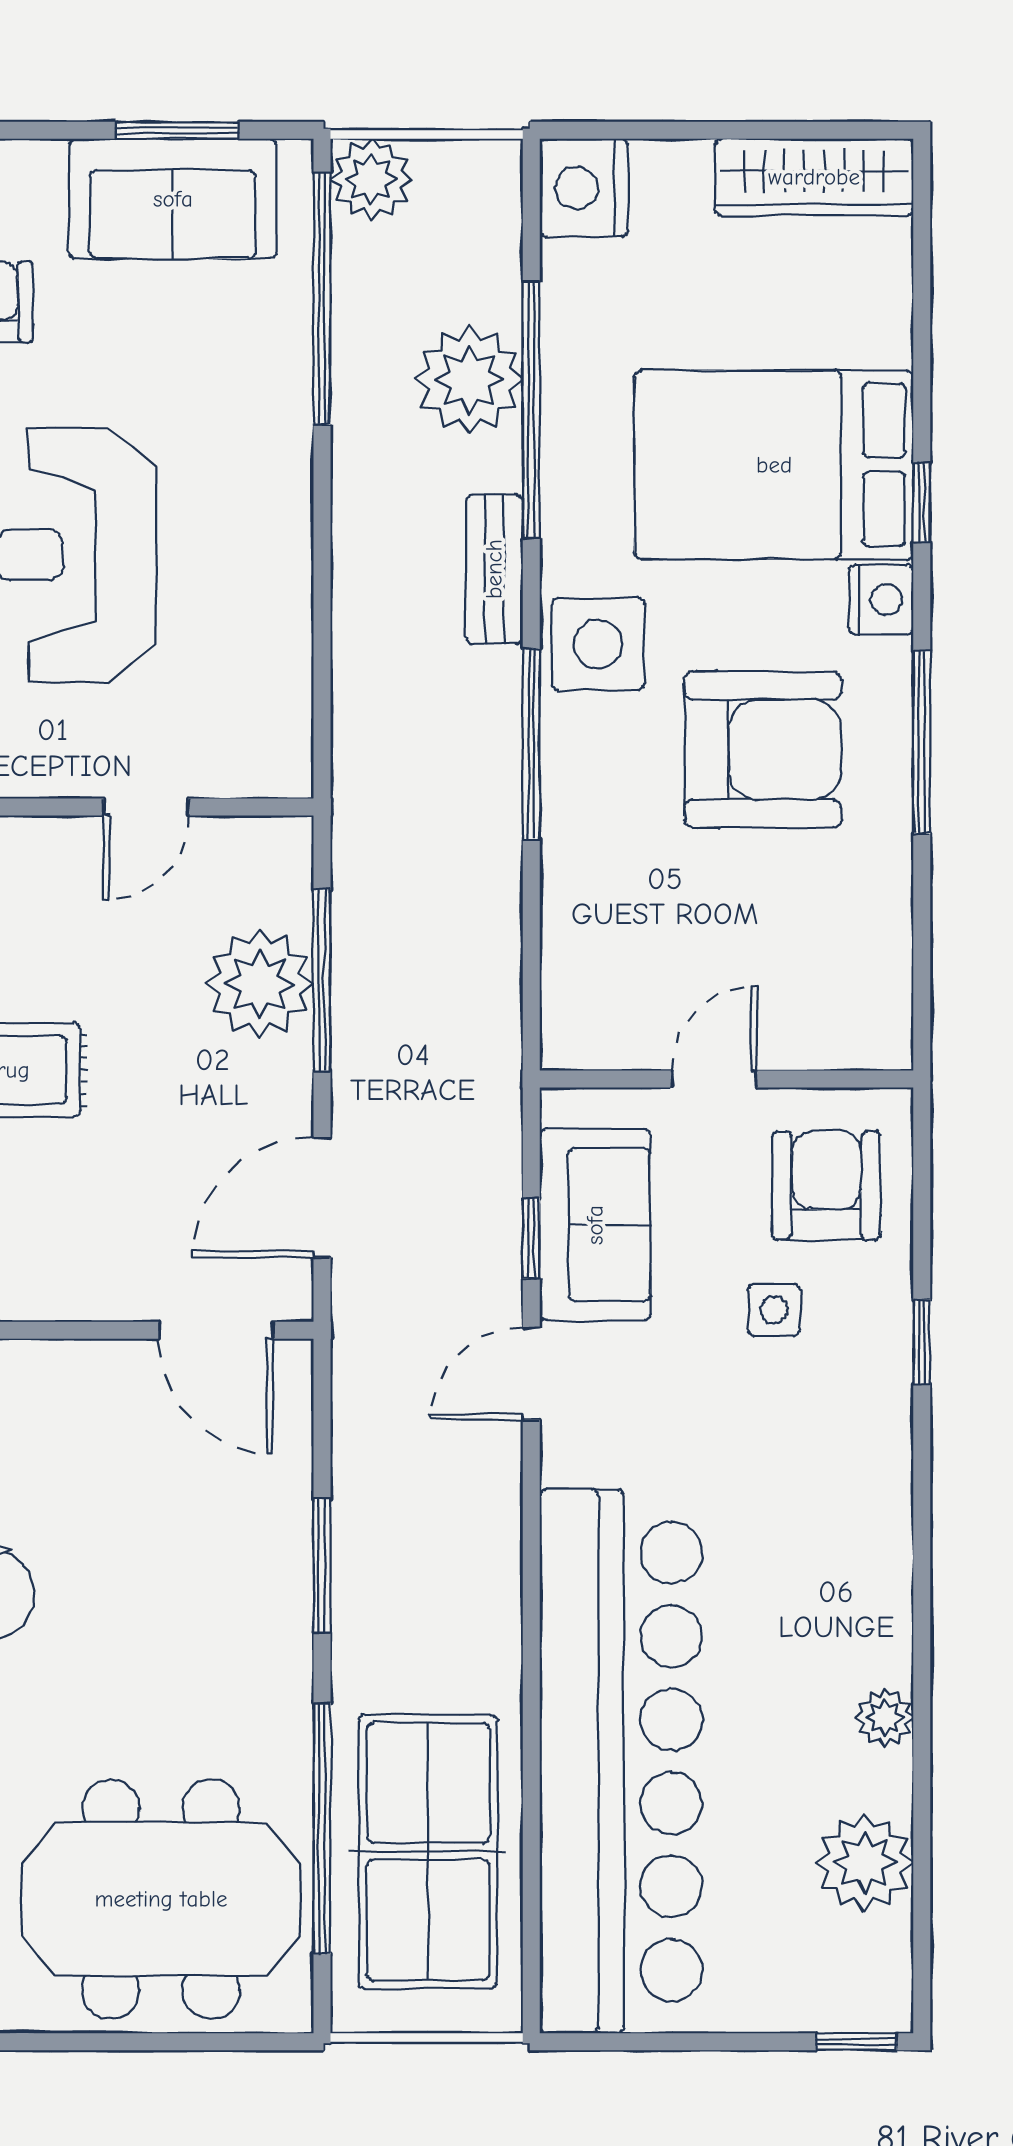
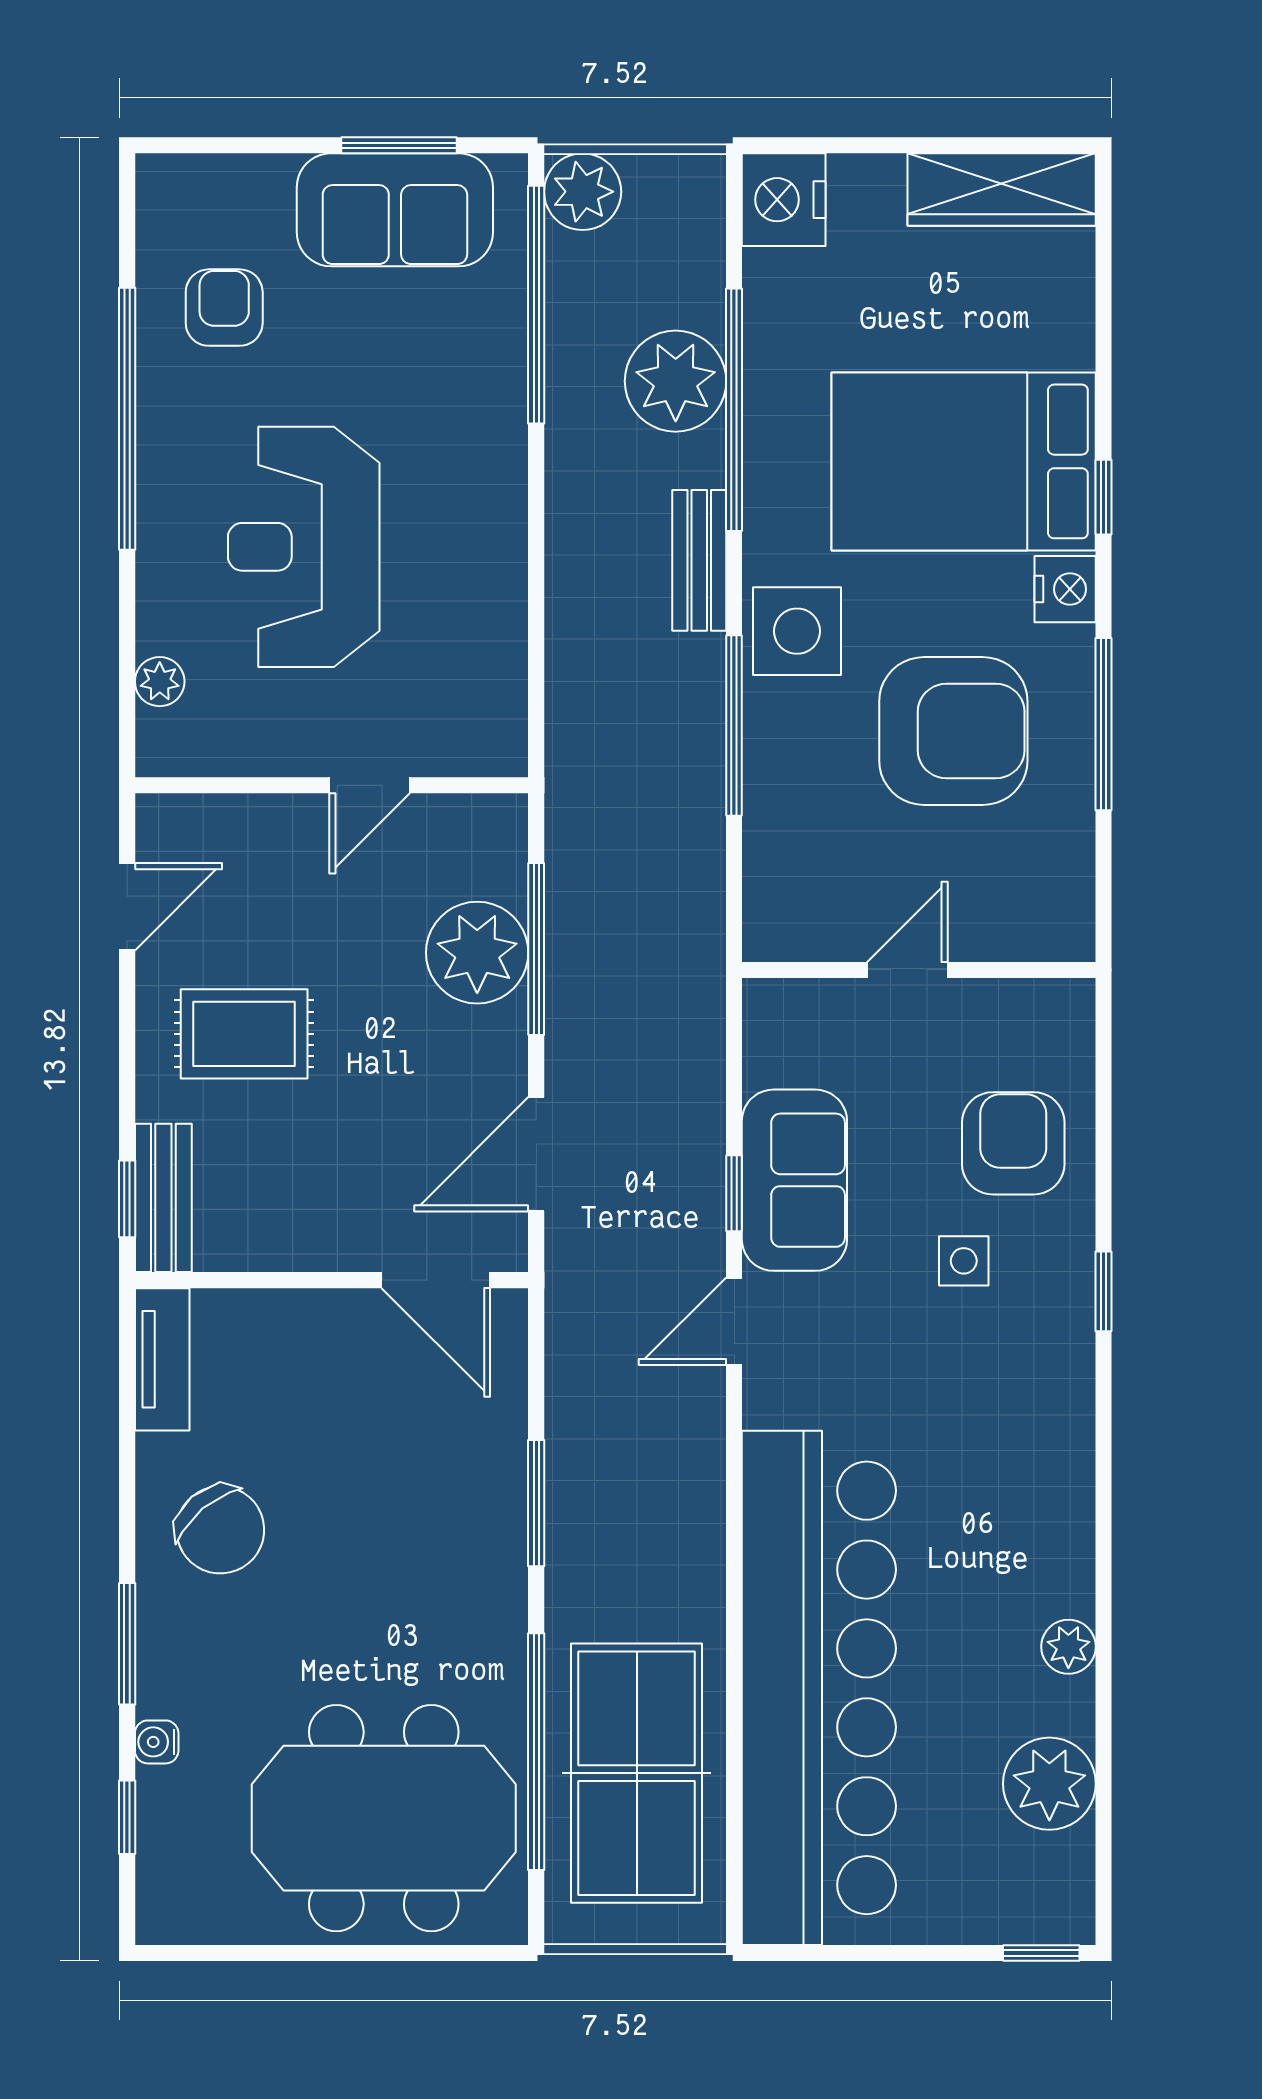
door: (714, 1079) -> (907, 970), moved
wall: (726, 1079) -> (919, 970), moved

